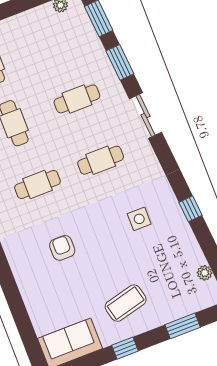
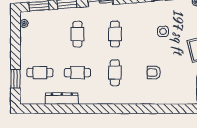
side table: (139, 219) -> (163, 31), moved

